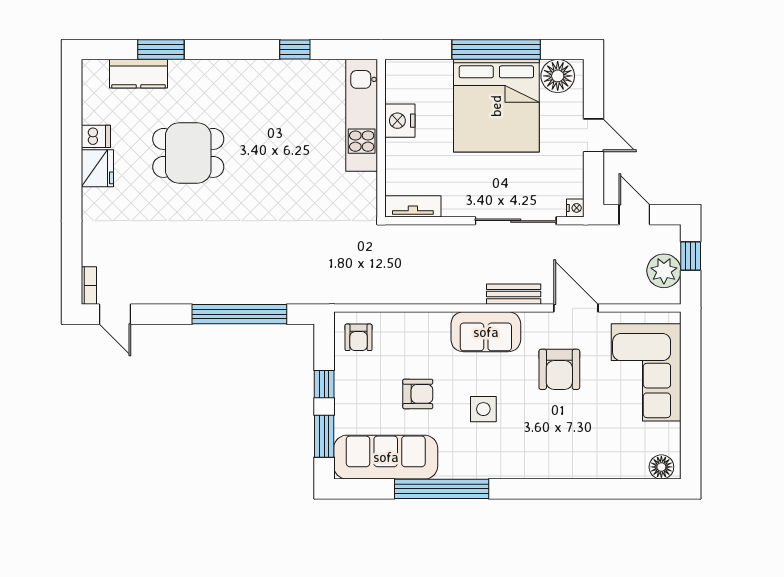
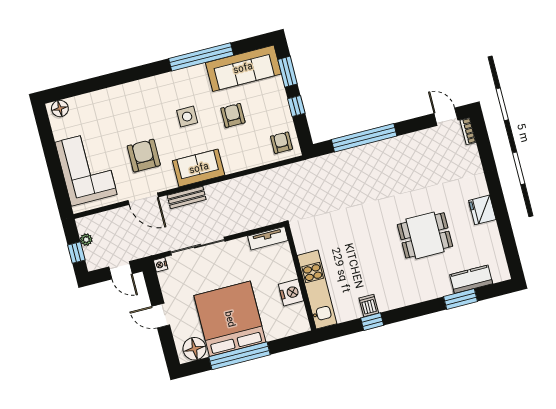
dishwasher: (96, 136) -> (369, 306), moved, turned 90
plant: (664, 271) -> (86, 240), width x0.53, depth x0.53
armchair: (418, 394) -> (233, 115), turned 90

